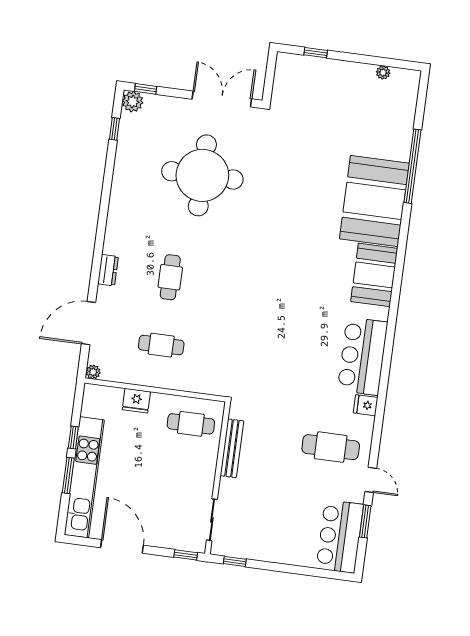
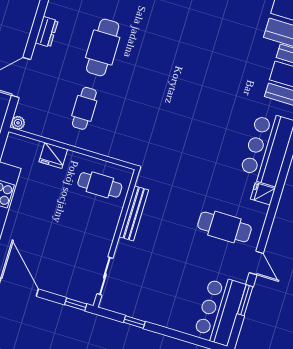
cafe table: (170, 277) -> (103, 47), width x1.37, depth x1.35
cafe table: (161, 345) -> (84, 108), turned 90
window: (235, 561) -> (134, 322), moved

